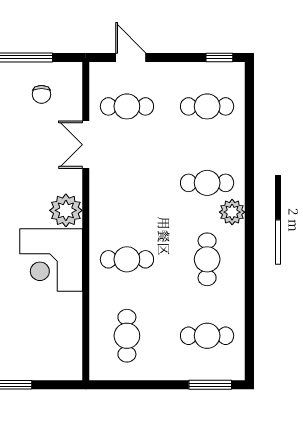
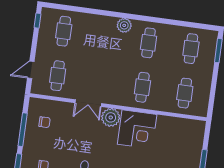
double door: (86, 145) -> (88, 103), moved
cafe table: (207, 183) -> (106, 37), removed
cafe table: (207, 259) -> (149, 43), turned 90
cafe table: (127, 336) -> (185, 93), turned 90

